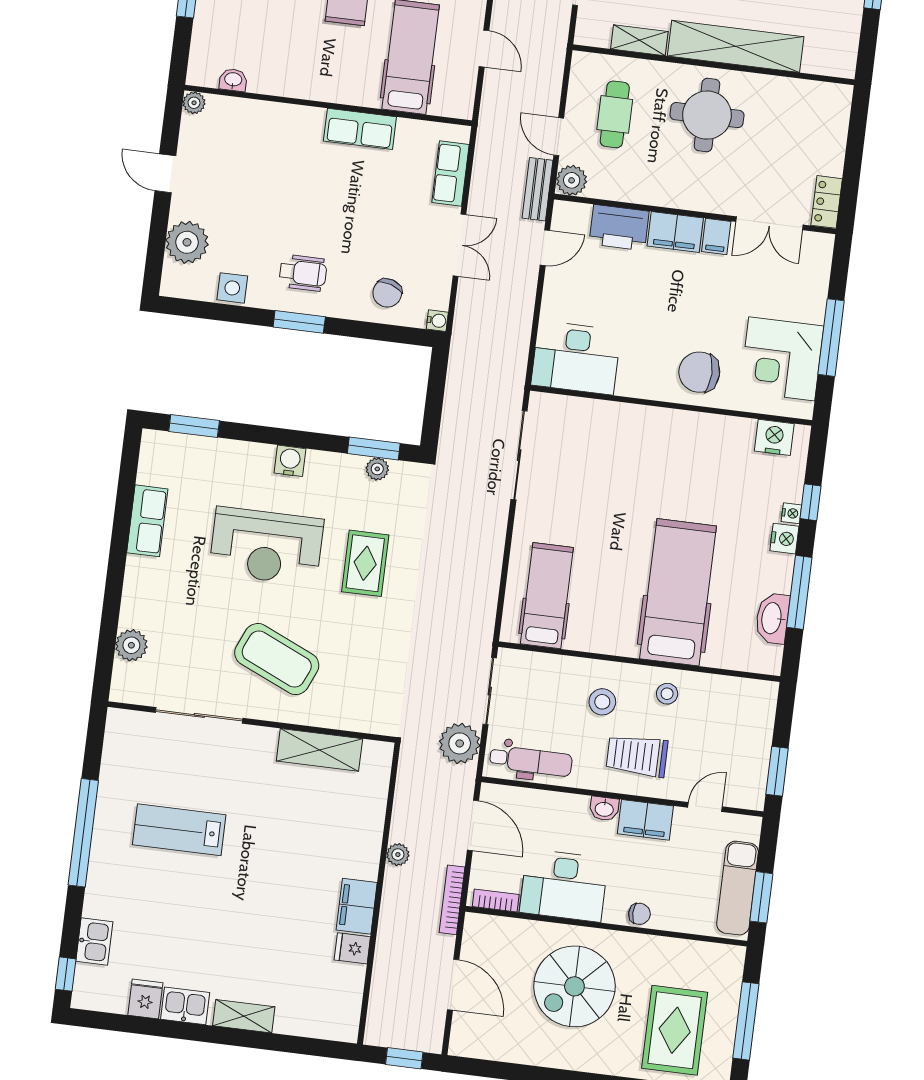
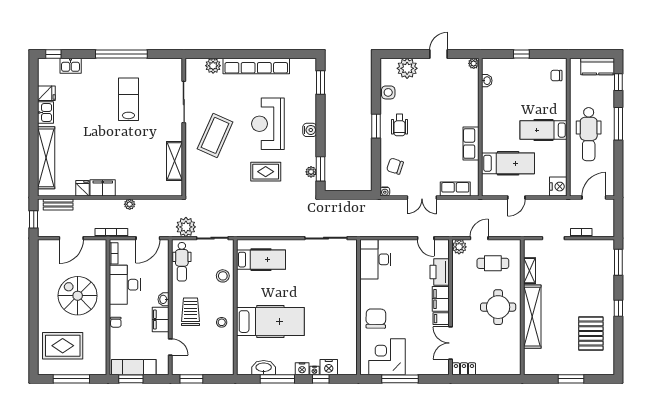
bench: (538, 189) -> (58, 204), moved
nightstand: (774, 437) -> (329, 367), moved, turned 90
row of seats: (147, 521) -> (256, 66), width x2.02
stool: (602, 702) -> (223, 276), moved
shelving: (244, 1016) -> (46, 158), width x2.20, depth x1.33

